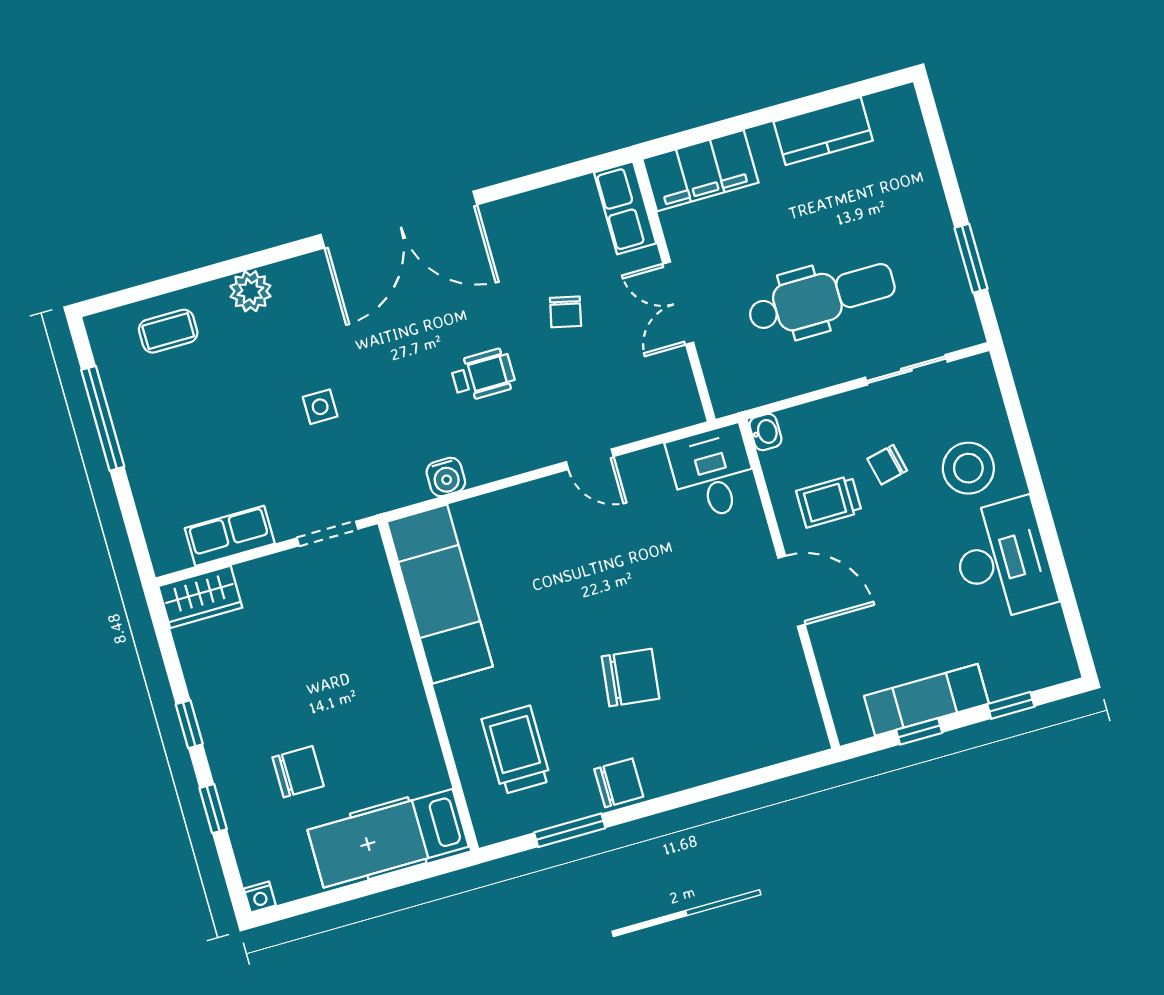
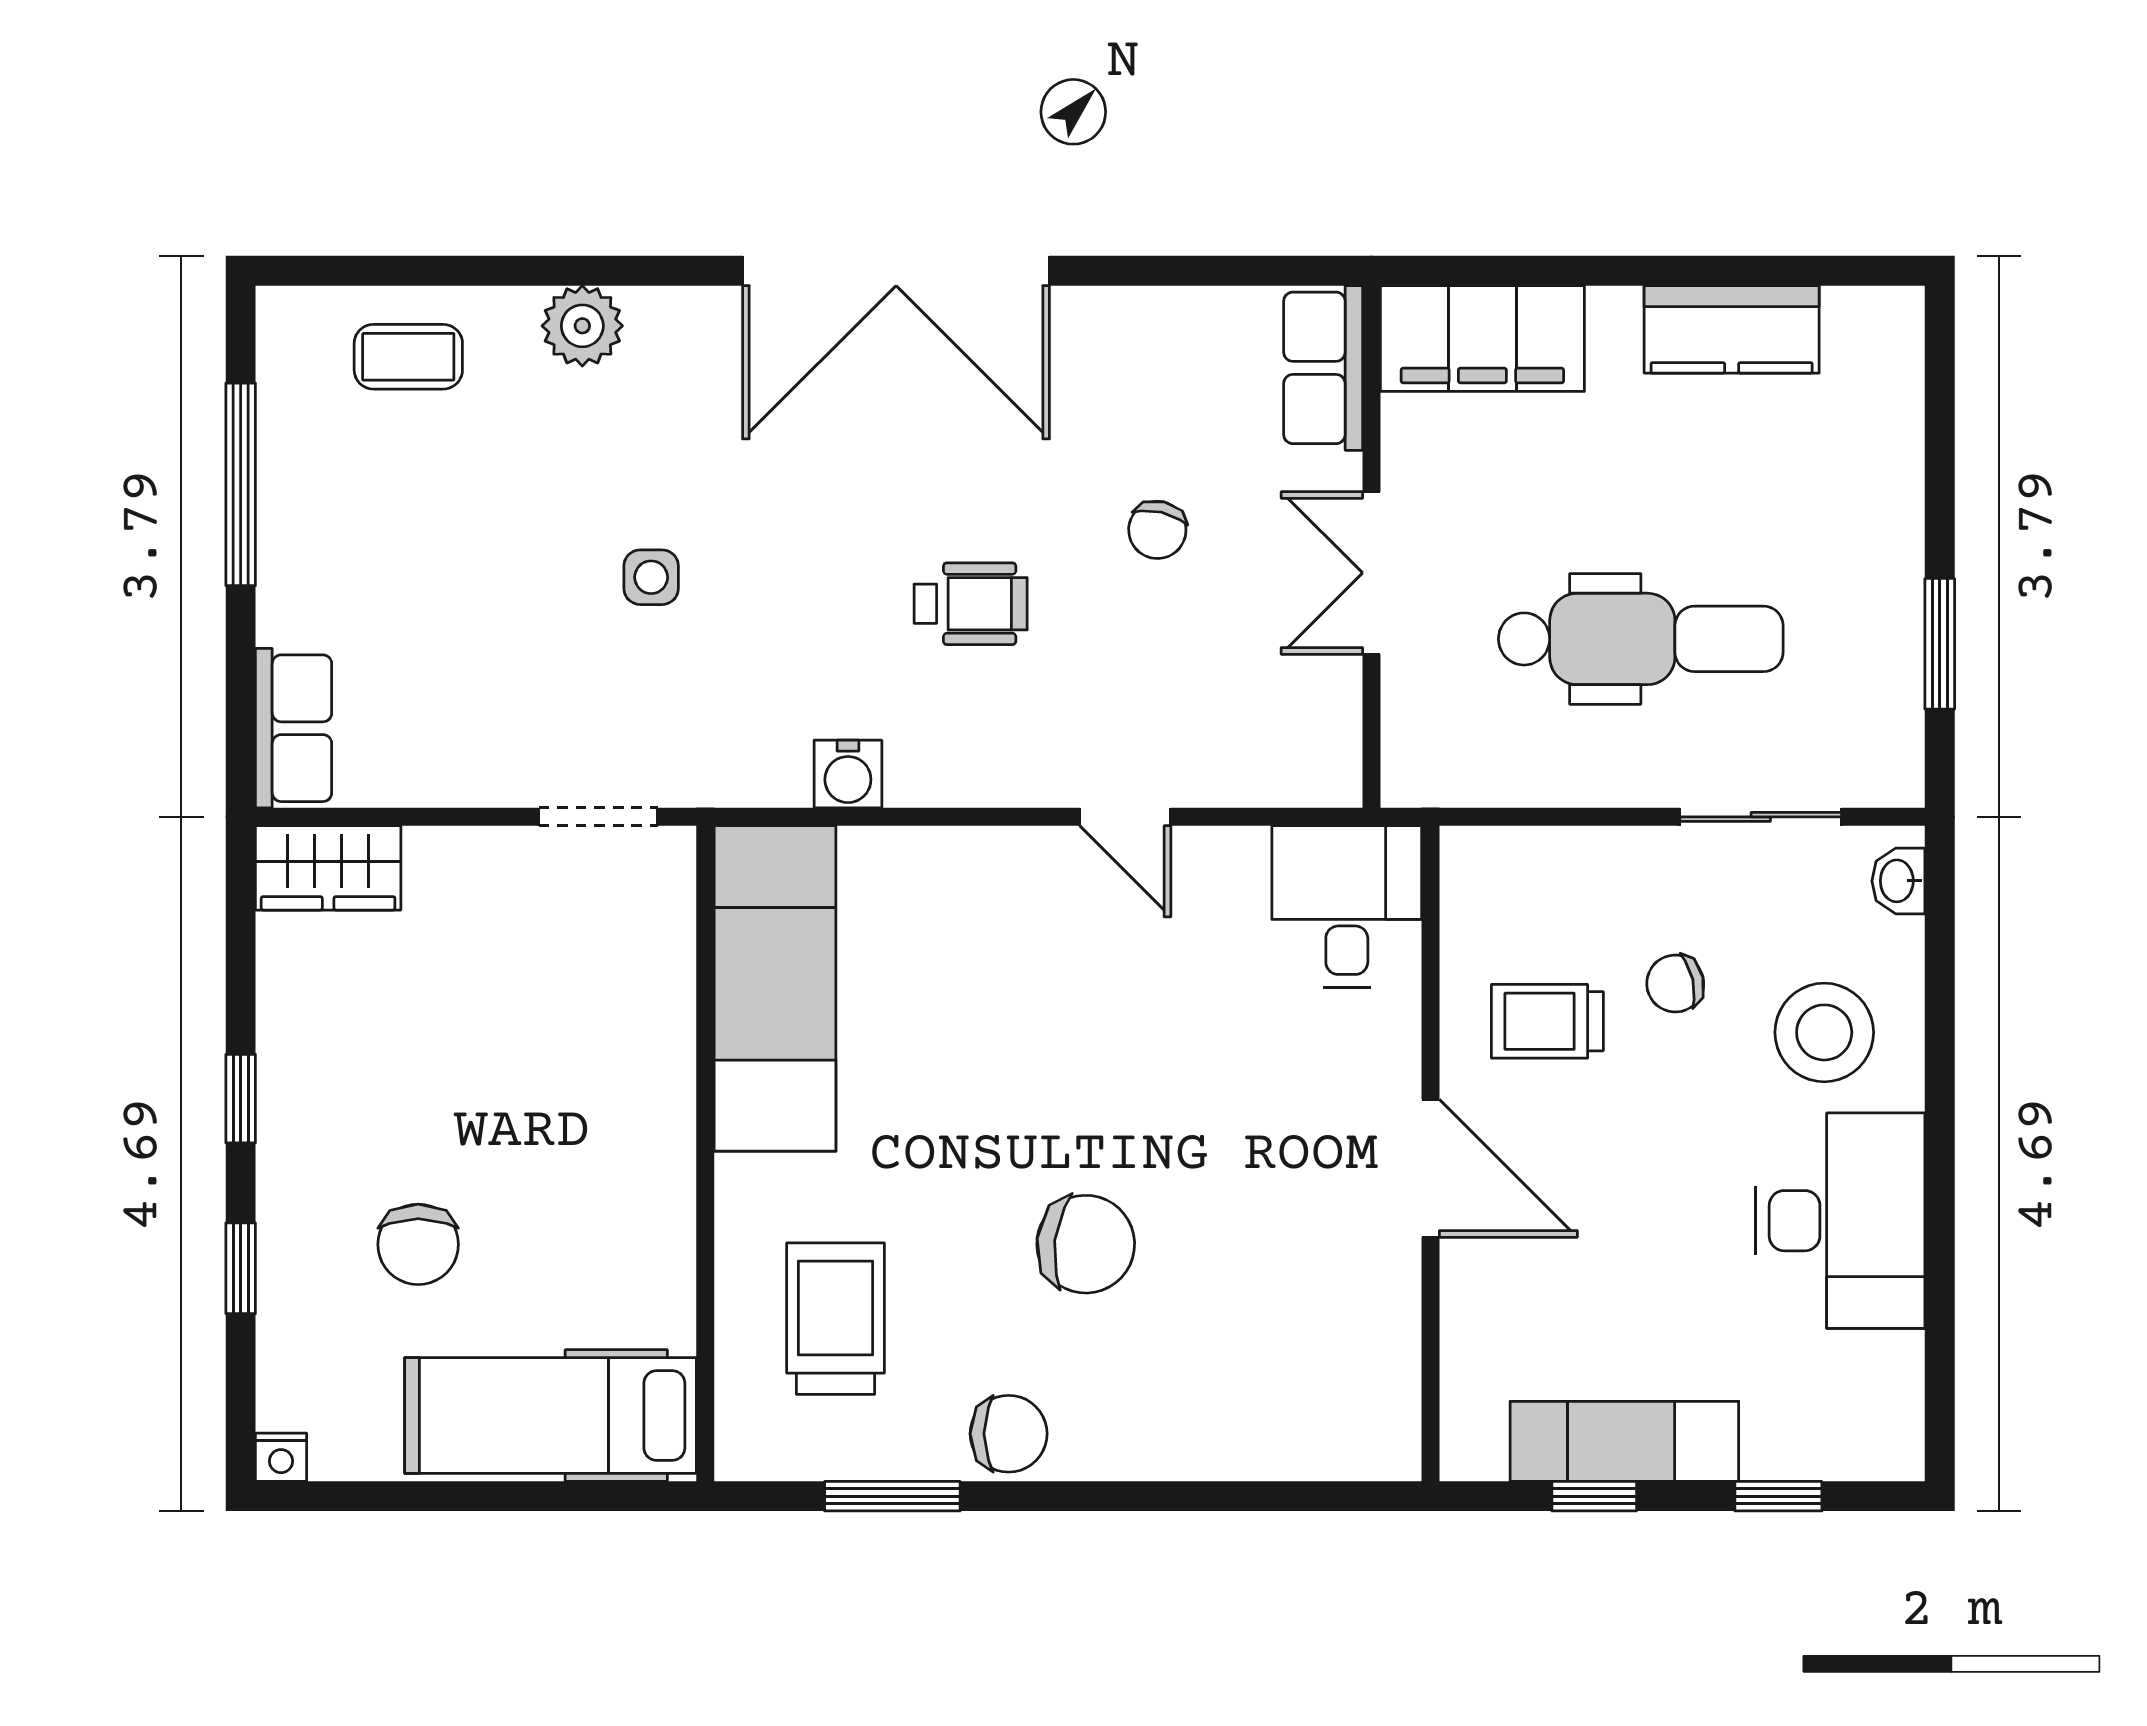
washbasin: (765, 432) -> (1898, 881), moved, turned 180
row of seats: (230, 536) -> (294, 728), moved, turned 90
chair: (298, 772) -> (418, 1244), turned 90

